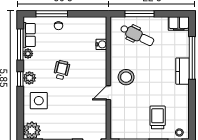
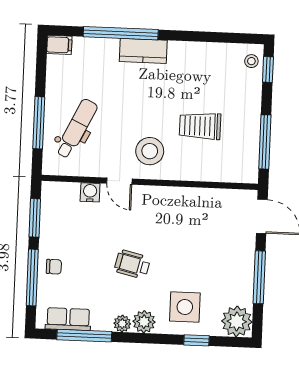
window: (86, 14) -> (35, 218), added
filing cabinet: (179, 24) -> (59, 45), width x0.50
plant: (28, 54) -> (122, 324), moved
window: (20, 79) -> (197, 340), moved
door: (108, 93) -> (119, 181), moved
trolley: (158, 117) -> (200, 126), moved

